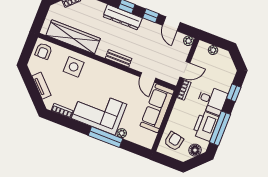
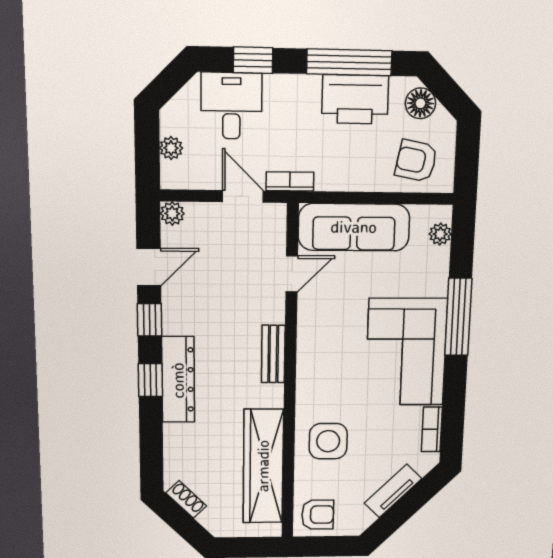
desk: (212, 100) -> (231, 106), moved
plant: (122, 133) -> (440, 234), moved

